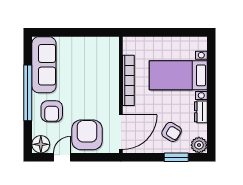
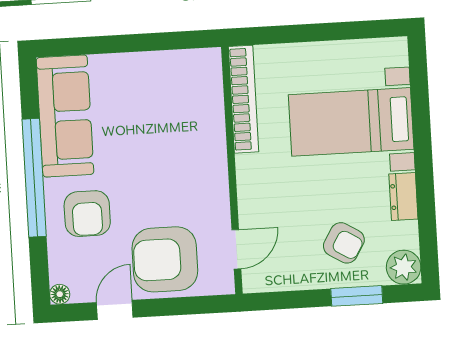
bookcase: (128, 80) -> (243, 99), moved
door: (121, 132) -> (236, 249), width x0.53
armchair: (87, 135) -> (165, 259), turned -90
floor lamp: (41, 144) -> (60, 294), width x0.53, depth x0.53

